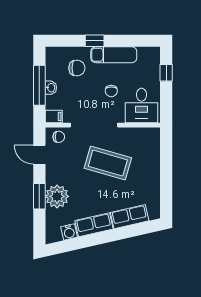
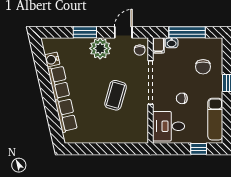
exam couch: (114, 55) -> (215, 119), moved
washbasin: (51, 88) -> (172, 43), moved
coffee table: (108, 163) -> (116, 95), width x0.73, depth x0.76
plant: (57, 196) -> (100, 48), moved

